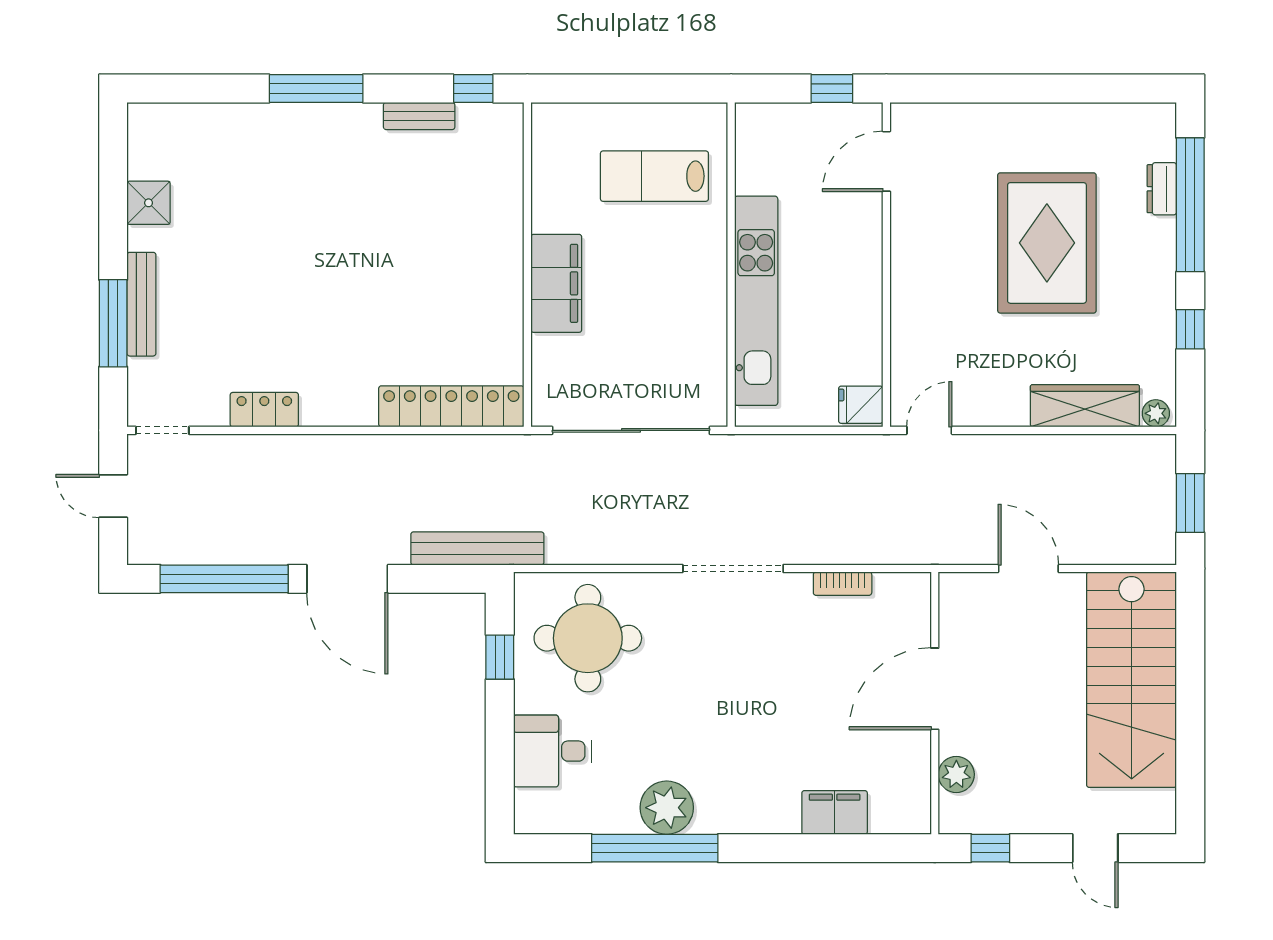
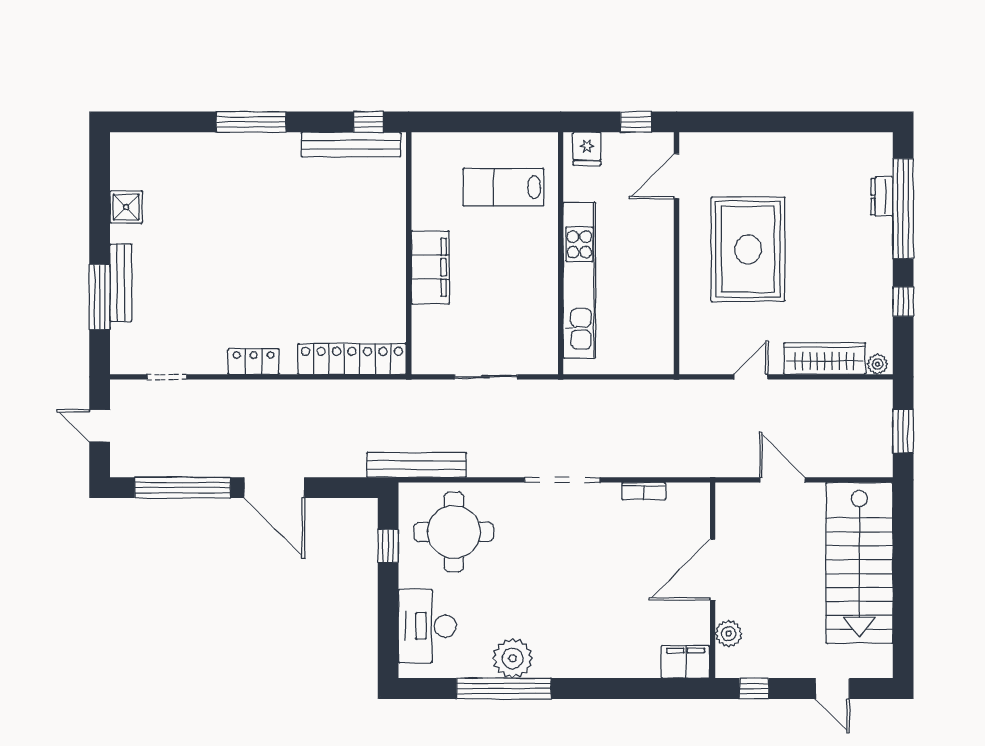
bench: (419, 116) -> (351, 145), width x1.86, depth x1.21
rug: (1047, 243) -> (748, 249), moved
fridge: (861, 405) -> (587, 149), moved, turned -90
locker: (264, 410) -> (254, 361), moved
doorway: (162, 430) -> (167, 377), moved
sliding door: (631, 430) -> (486, 377), width x0.54
door: (929, 430) -> (751, 377), moved
bench: (477, 548) -> (416, 465), moved
desk: (552, 751) -> (427, 626), width x1.37
filing cabinet: (835, 812) -> (686, 662), moved

